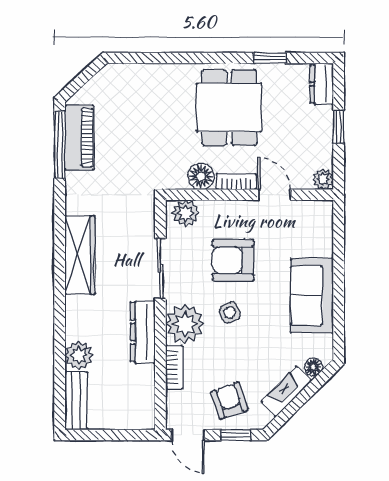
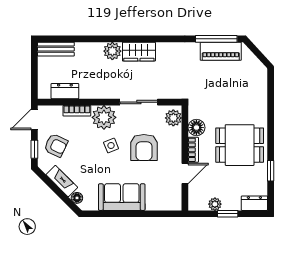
plant: (323, 179) -> (215, 204), moved
wardrobe: (80, 255) -> (139, 52), width x0.67
armchair: (233, 260) -> (144, 148), turned 180
dresser: (143, 332) -> (65, 91), moved, width x0.70
plant: (79, 355) -> (112, 51), moved
armchair: (229, 401) -> (56, 145), turned 44

